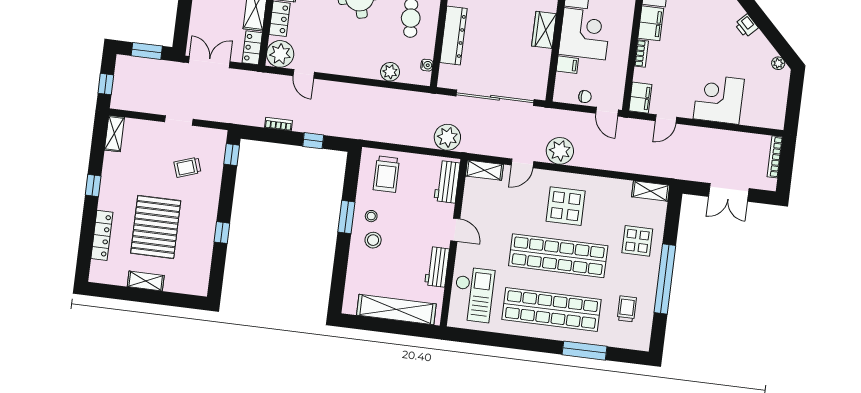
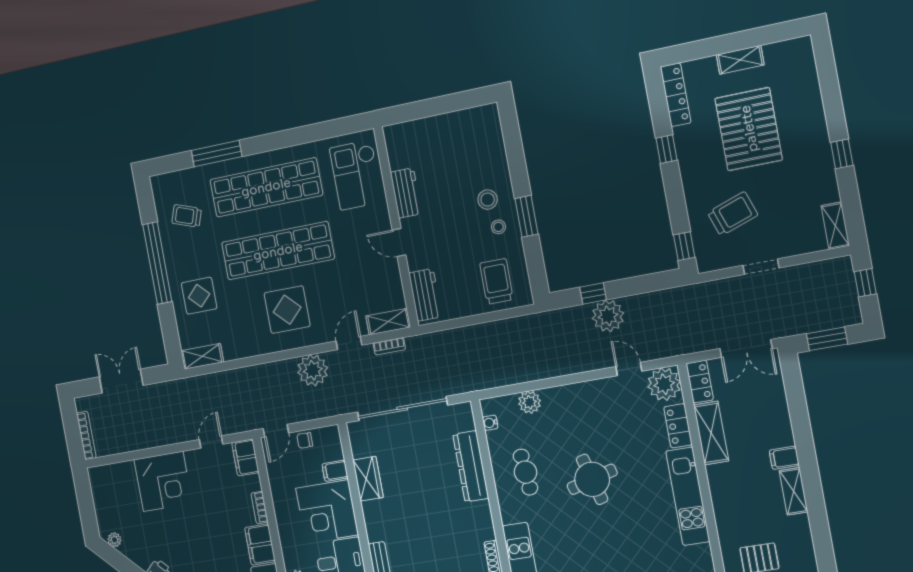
wardrobe: (544, 30) -> (368, 479), moved
door: (607, 112) -> (276, 431), swing flipped
bookcase: (278, 124) -> (389, 346), moved
plant: (447, 137) -> (608, 316), moved
trolley: (187, 167) -> (733, 214), width x1.36, depth x1.39
locker: (102, 235) -> (676, 95), moved, turned 180
trolley: (627, 309) -> (187, 216), turned 109
shelving: (396, 310) -> (436, 128), removed

